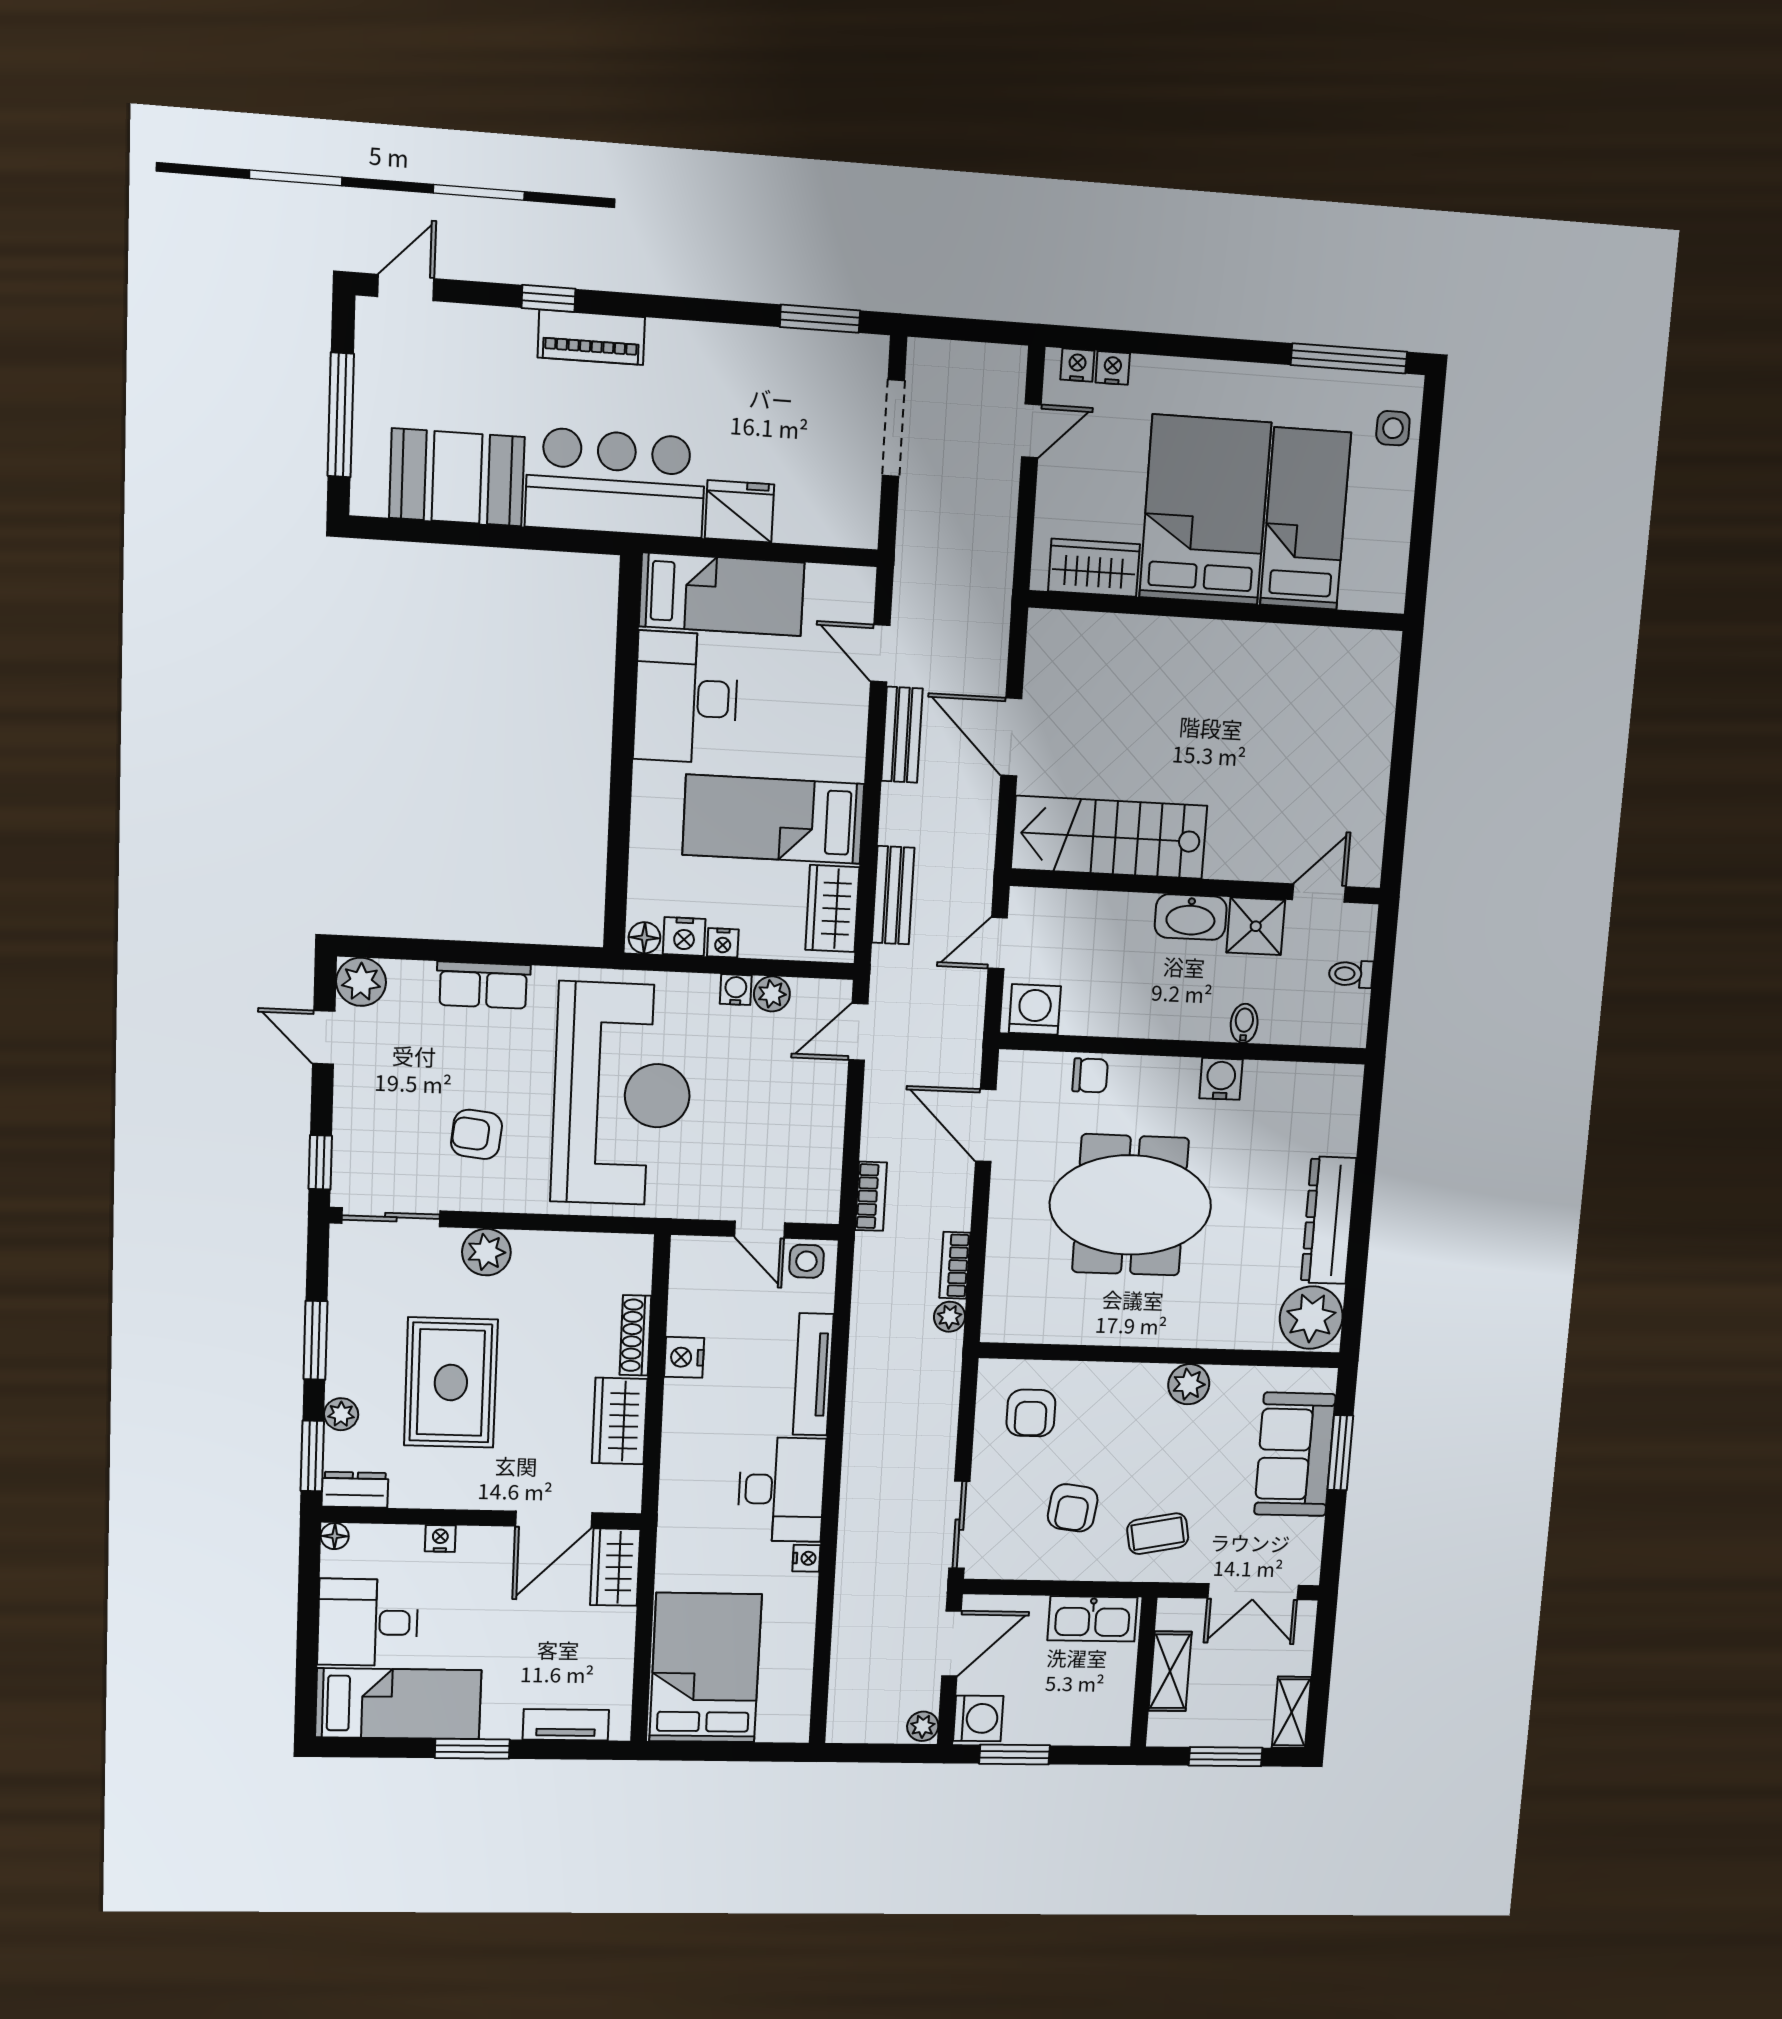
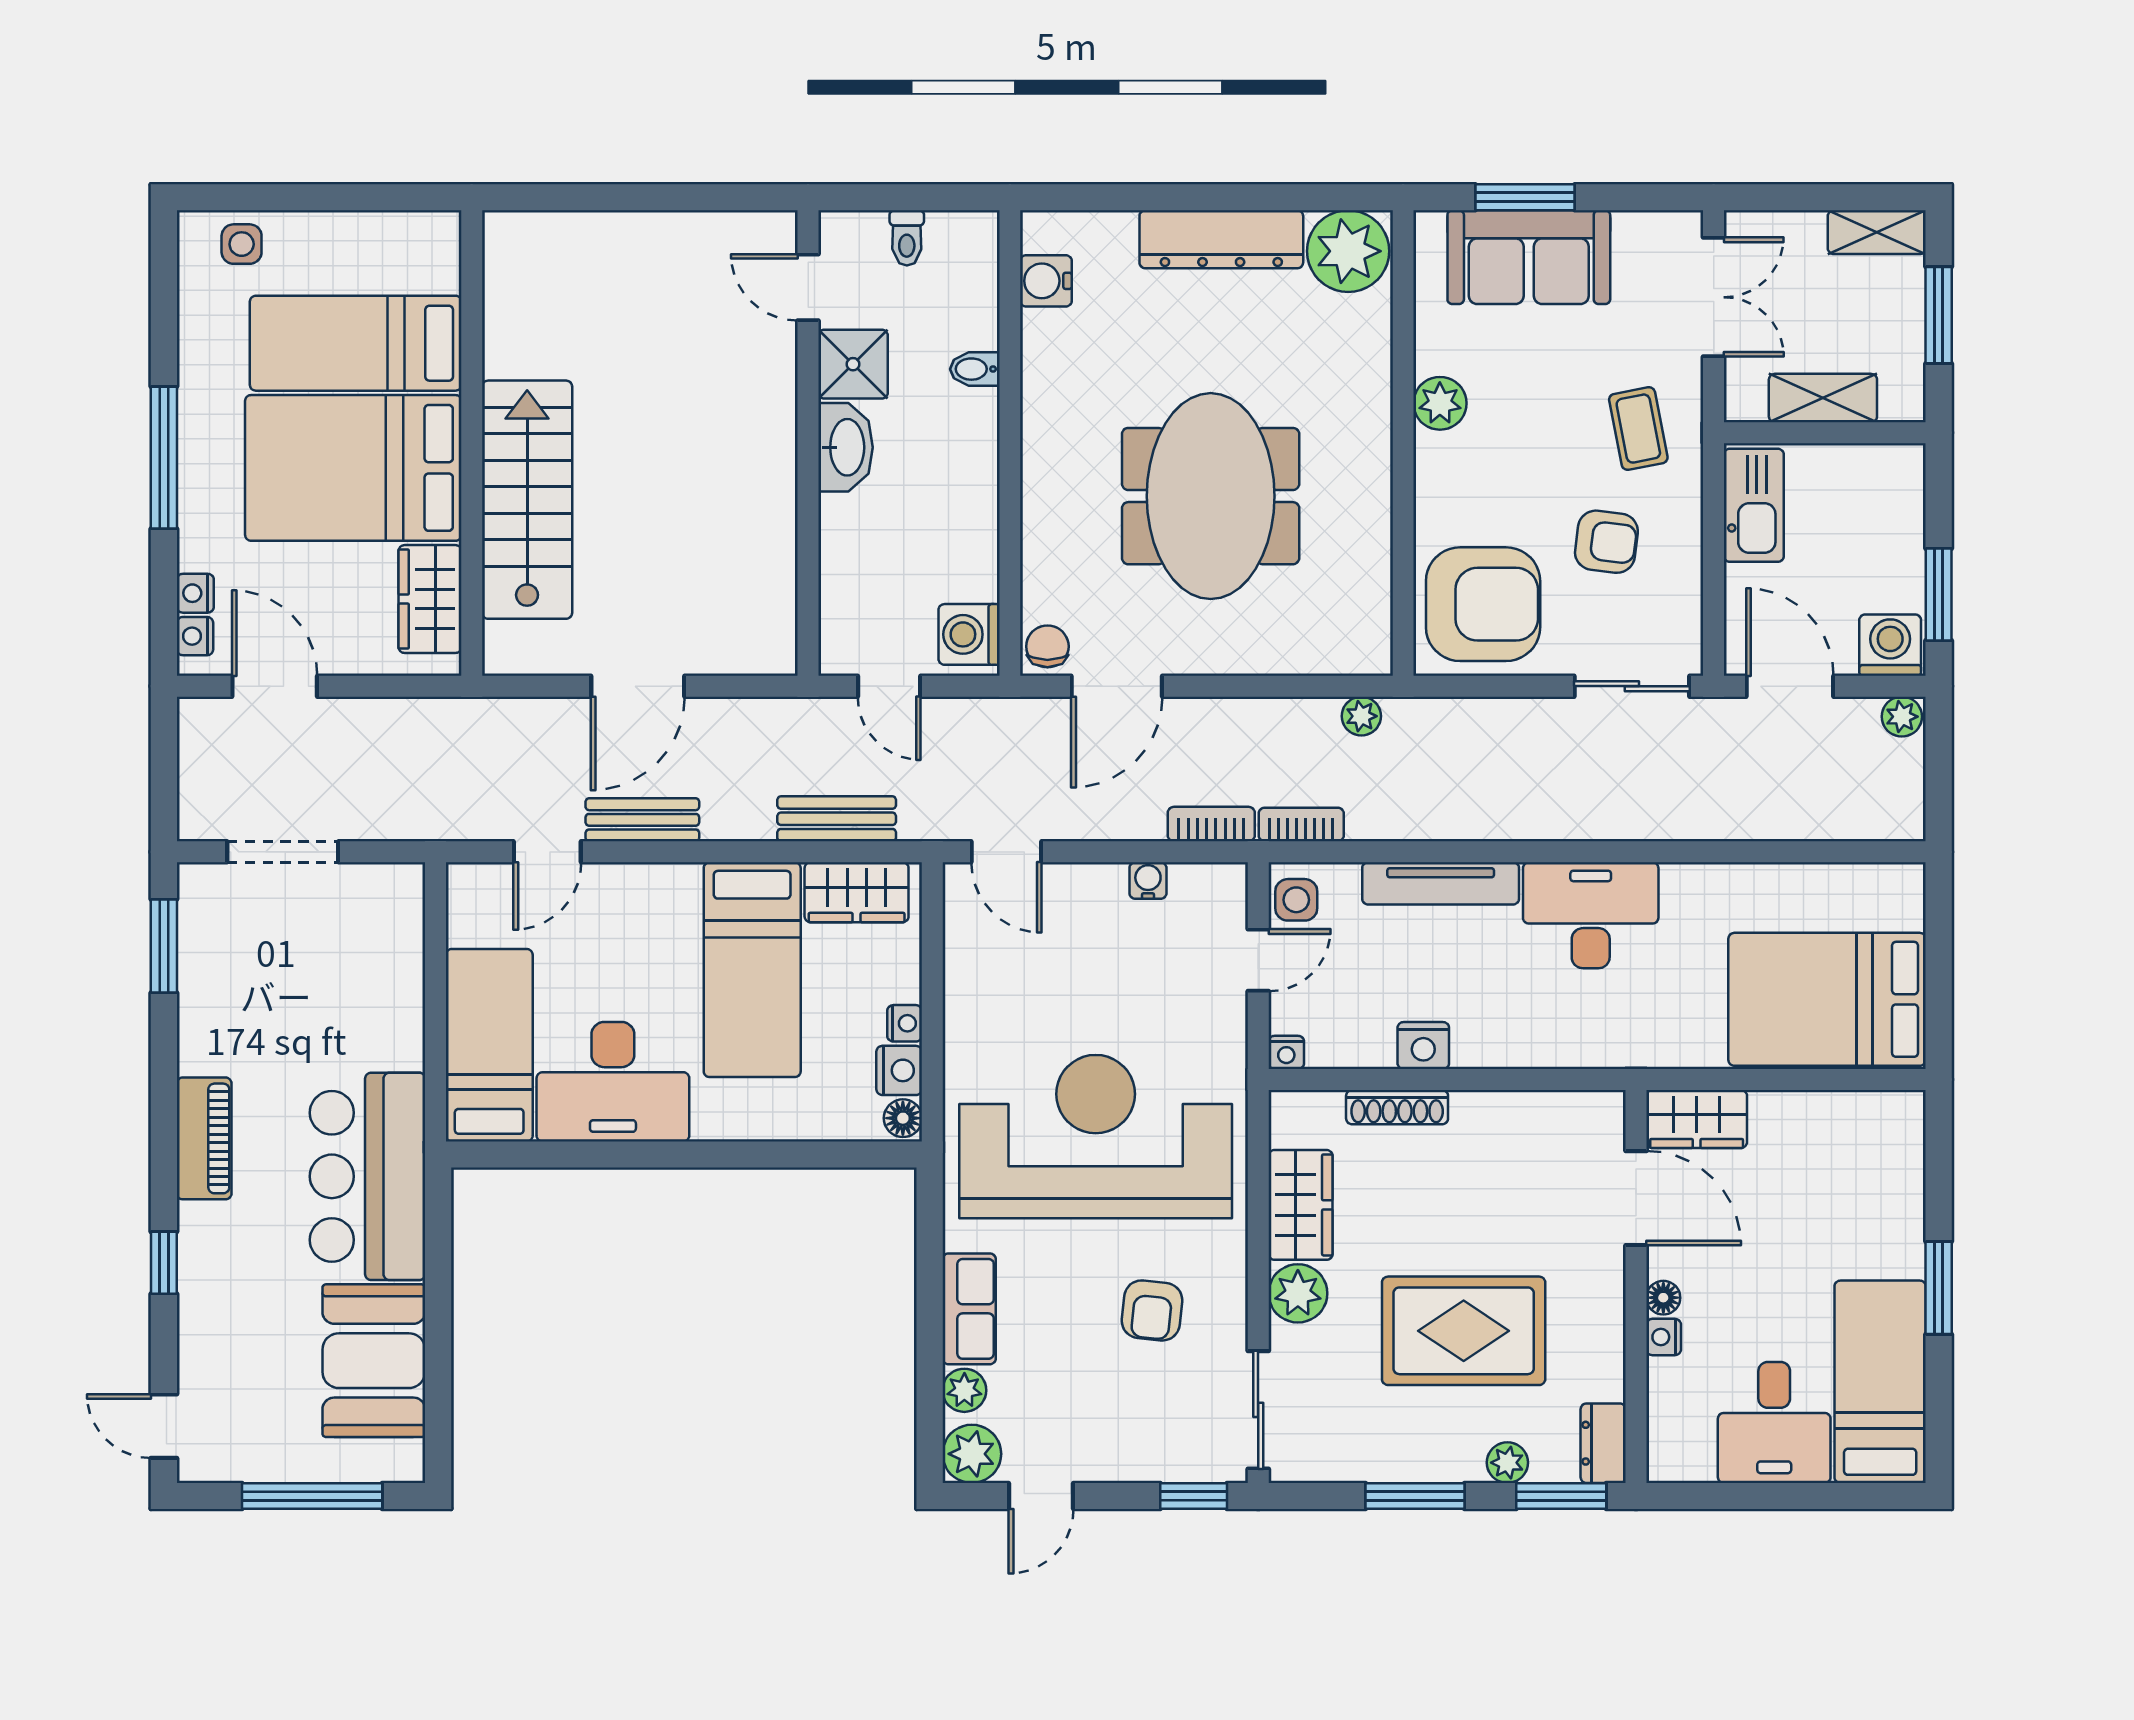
piano: (591, 337) -> (204, 1138), moved
window: (1349, 358) -> (164, 458), moved
door: (1031, 431) -> (275, 686), width x1.38
fridge: (739, 511) -> (391, 1029), removed
stairs: (1109, 837) -> (527, 500), moved, turned 180
water cooler: (736, 990) -> (1148, 881), moved, turned 90
plant: (772, 994) -> (964, 1390), moved
chair: (1090, 1075) -> (1047, 646), moved
water cooler: (1221, 1079) -> (1046, 281), moved
bookcase: (955, 1265) -> (1301, 824), moved, turned 180
armchair: (1031, 1413) -> (1483, 604), width x1.88, depth x1.88
wardrobe: (620, 1421) -> (1300, 1205), moved, turned -90
floor lamp: (335, 1536) -> (1663, 1298), moved
nightstand: (806, 1558) -> (1286, 1052), moved, turned 180
tv unit: (566, 1725) -> (1905, 1172), removed

